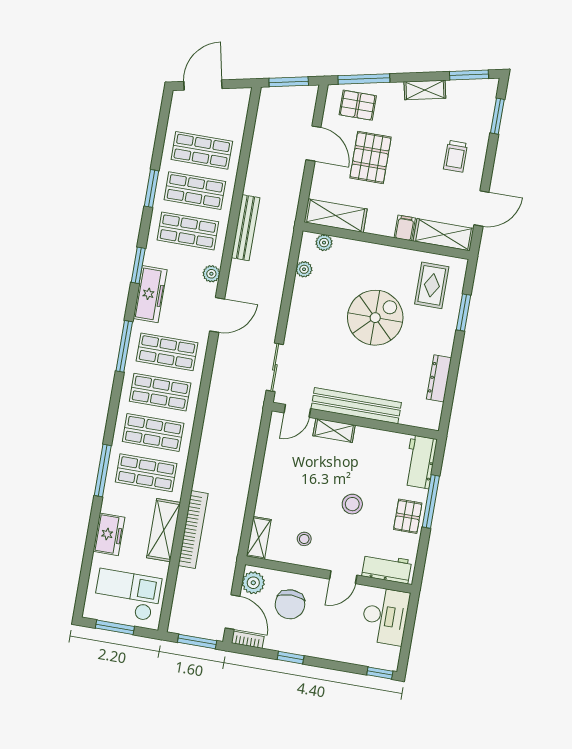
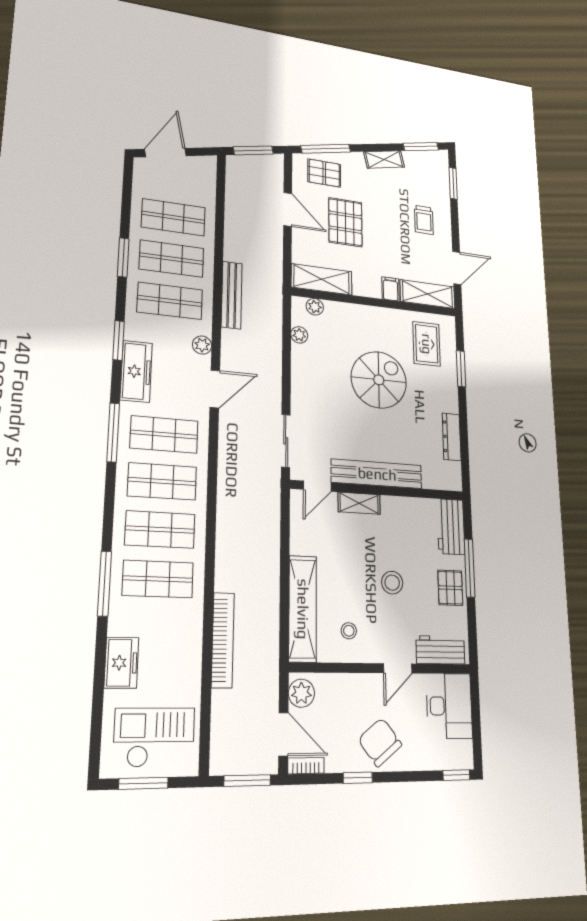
shelving: (164, 530) -> (188, 646), removed
shelving: (259, 538) -> (303, 609), width x2.20, depth x1.33
chair: (290, 604) -> (380, 742), moved, turned 142

